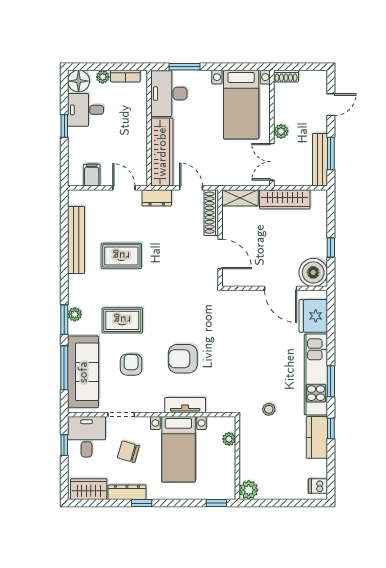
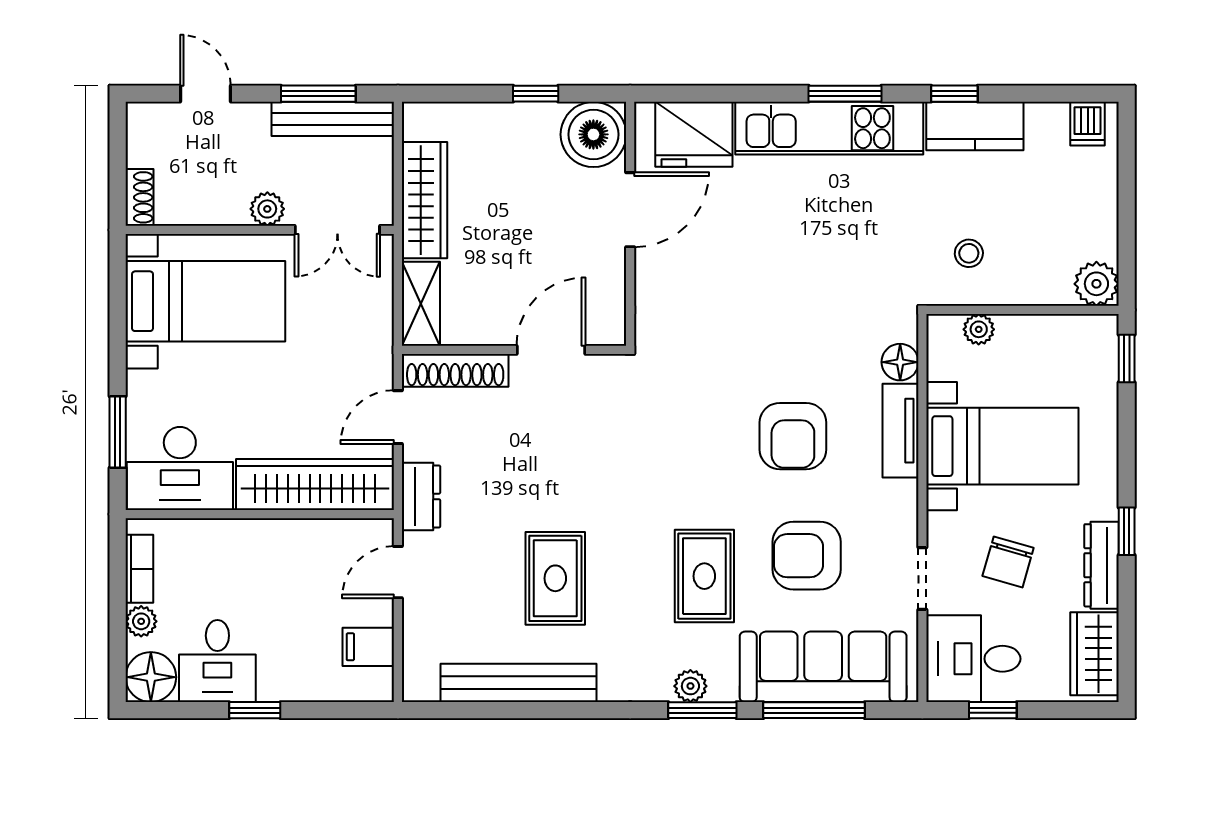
armchair: (131, 365) -> (807, 556), width x1.38, depth x1.38
floor lamp: (215, 405) -> (900, 362), added
stool: (269, 409) -> (969, 253), moved

